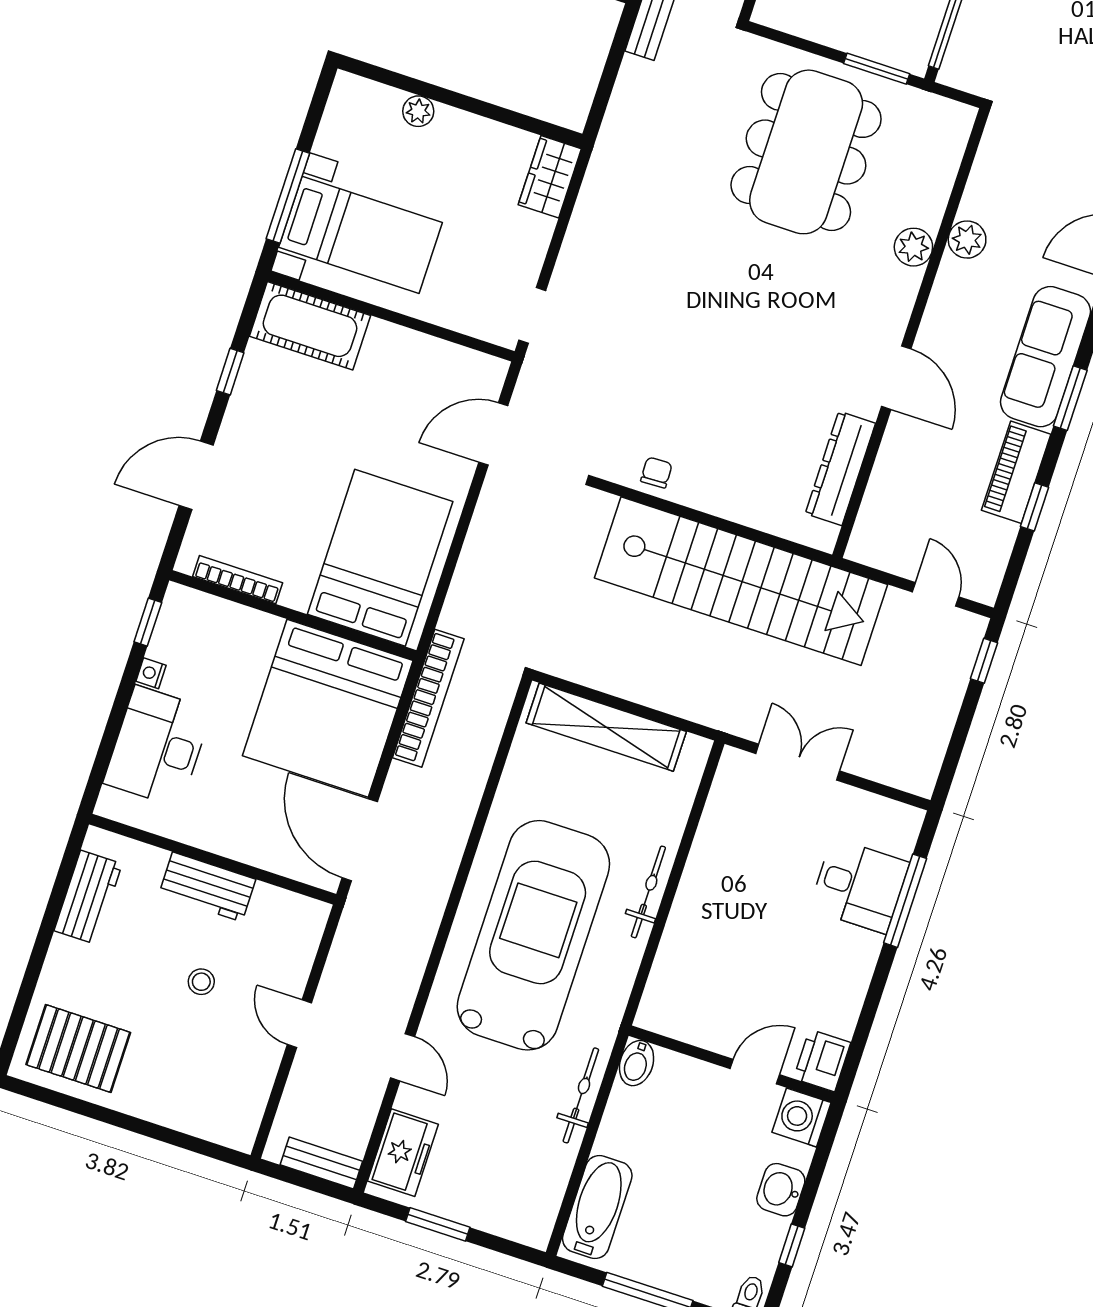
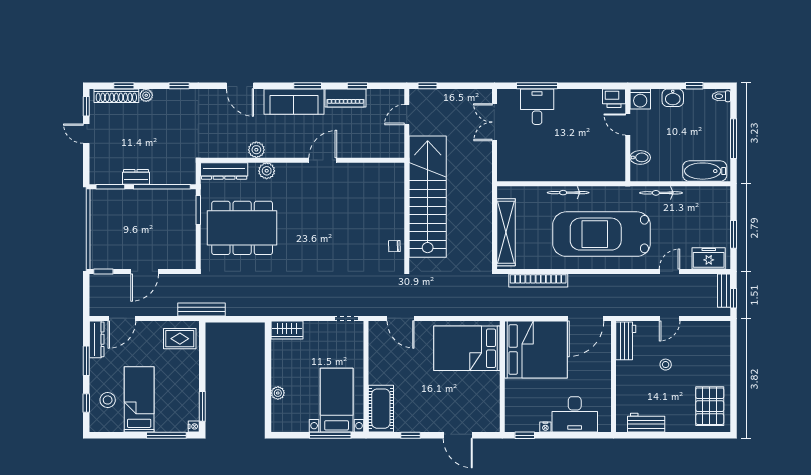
dresser: (840, 468) -> (224, 171), moved
bookcase: (238, 580) -> (495, 404), removed
bookcase: (428, 698) -> (538, 280), moved, turned 180
double door: (798, 762) -> (494, 122), moved
workbench: (207, 887) -> (626, 341), moved
bidet: (637, 1063) -> (640, 157), moved
window: (298, 1178) -> (733, 298), added

